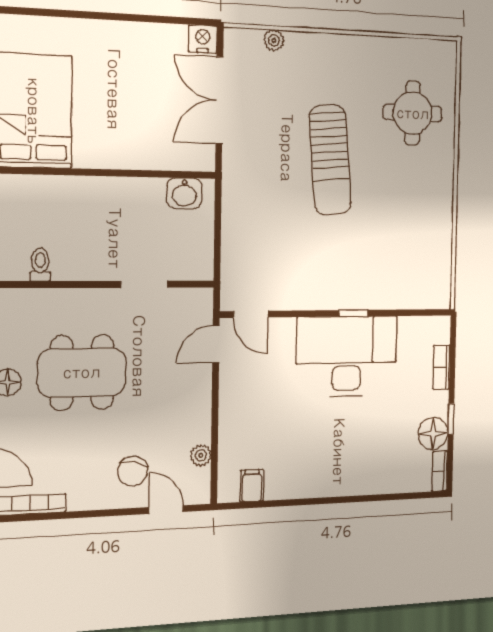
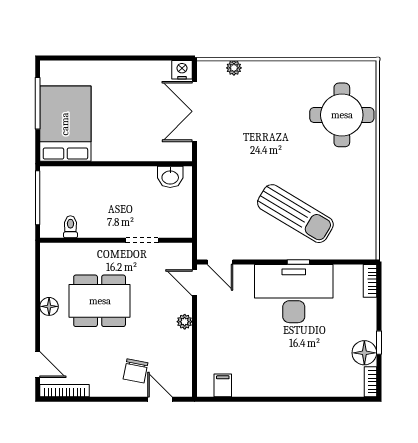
round table: (413, 113) -> (342, 115), width x1.36, depth x1.36
sun lounger: (330, 160) -> (295, 214), moved, turned -54
door: (216, 344) -> (195, 283), hinge flipped
bookcase: (441, 367) -> (370, 281), moved
plant: (201, 455) -> (185, 322), moved

